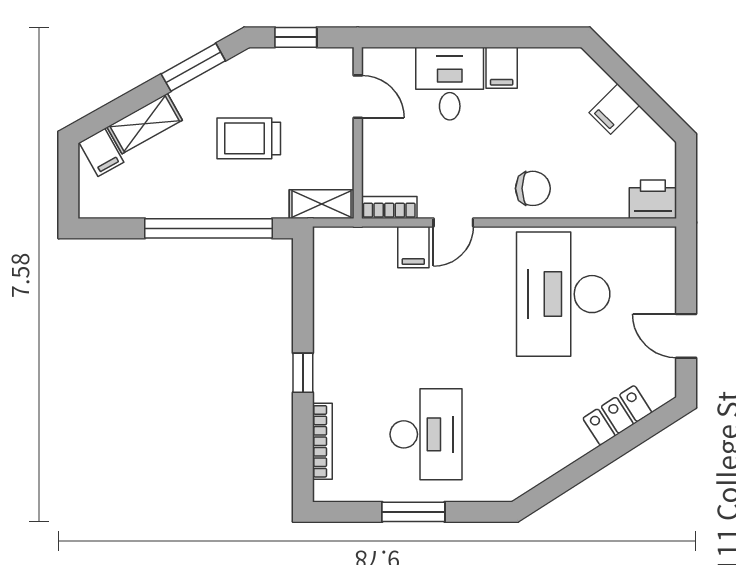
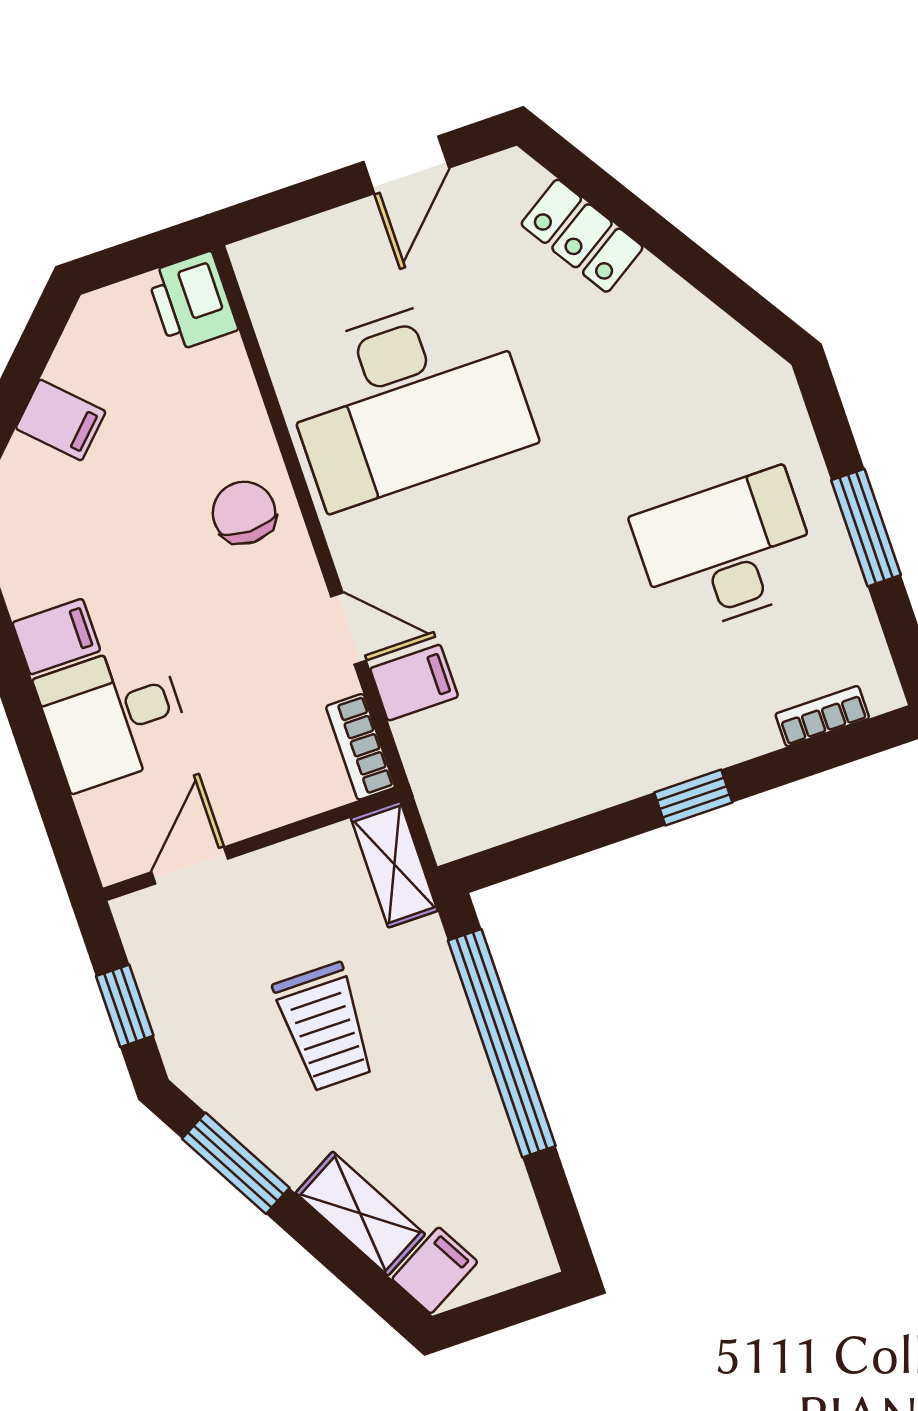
bookcase: (322, 441) -> (822, 716), width x0.64

